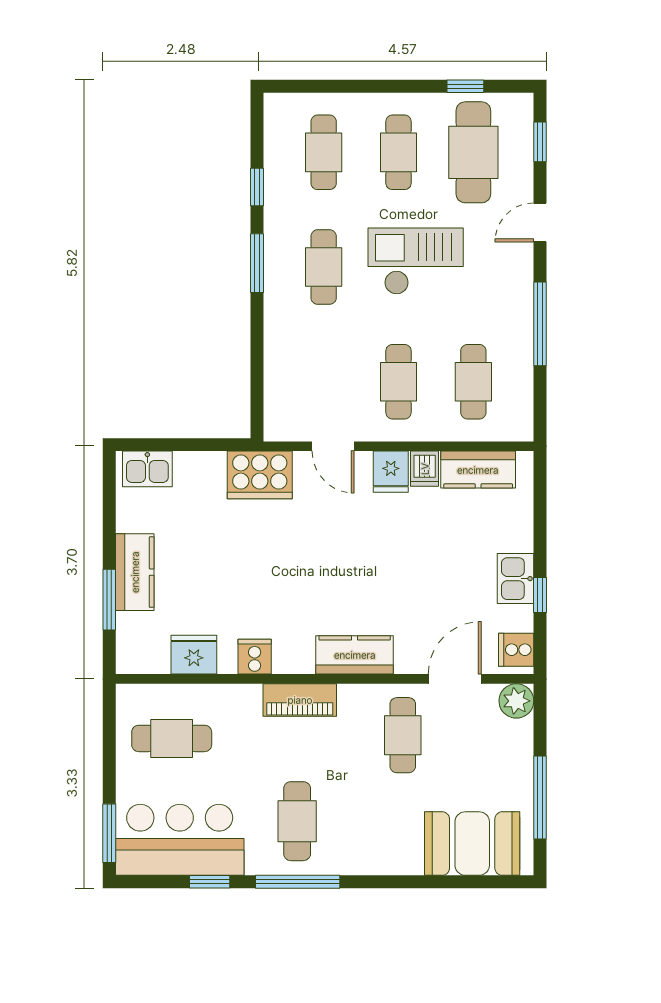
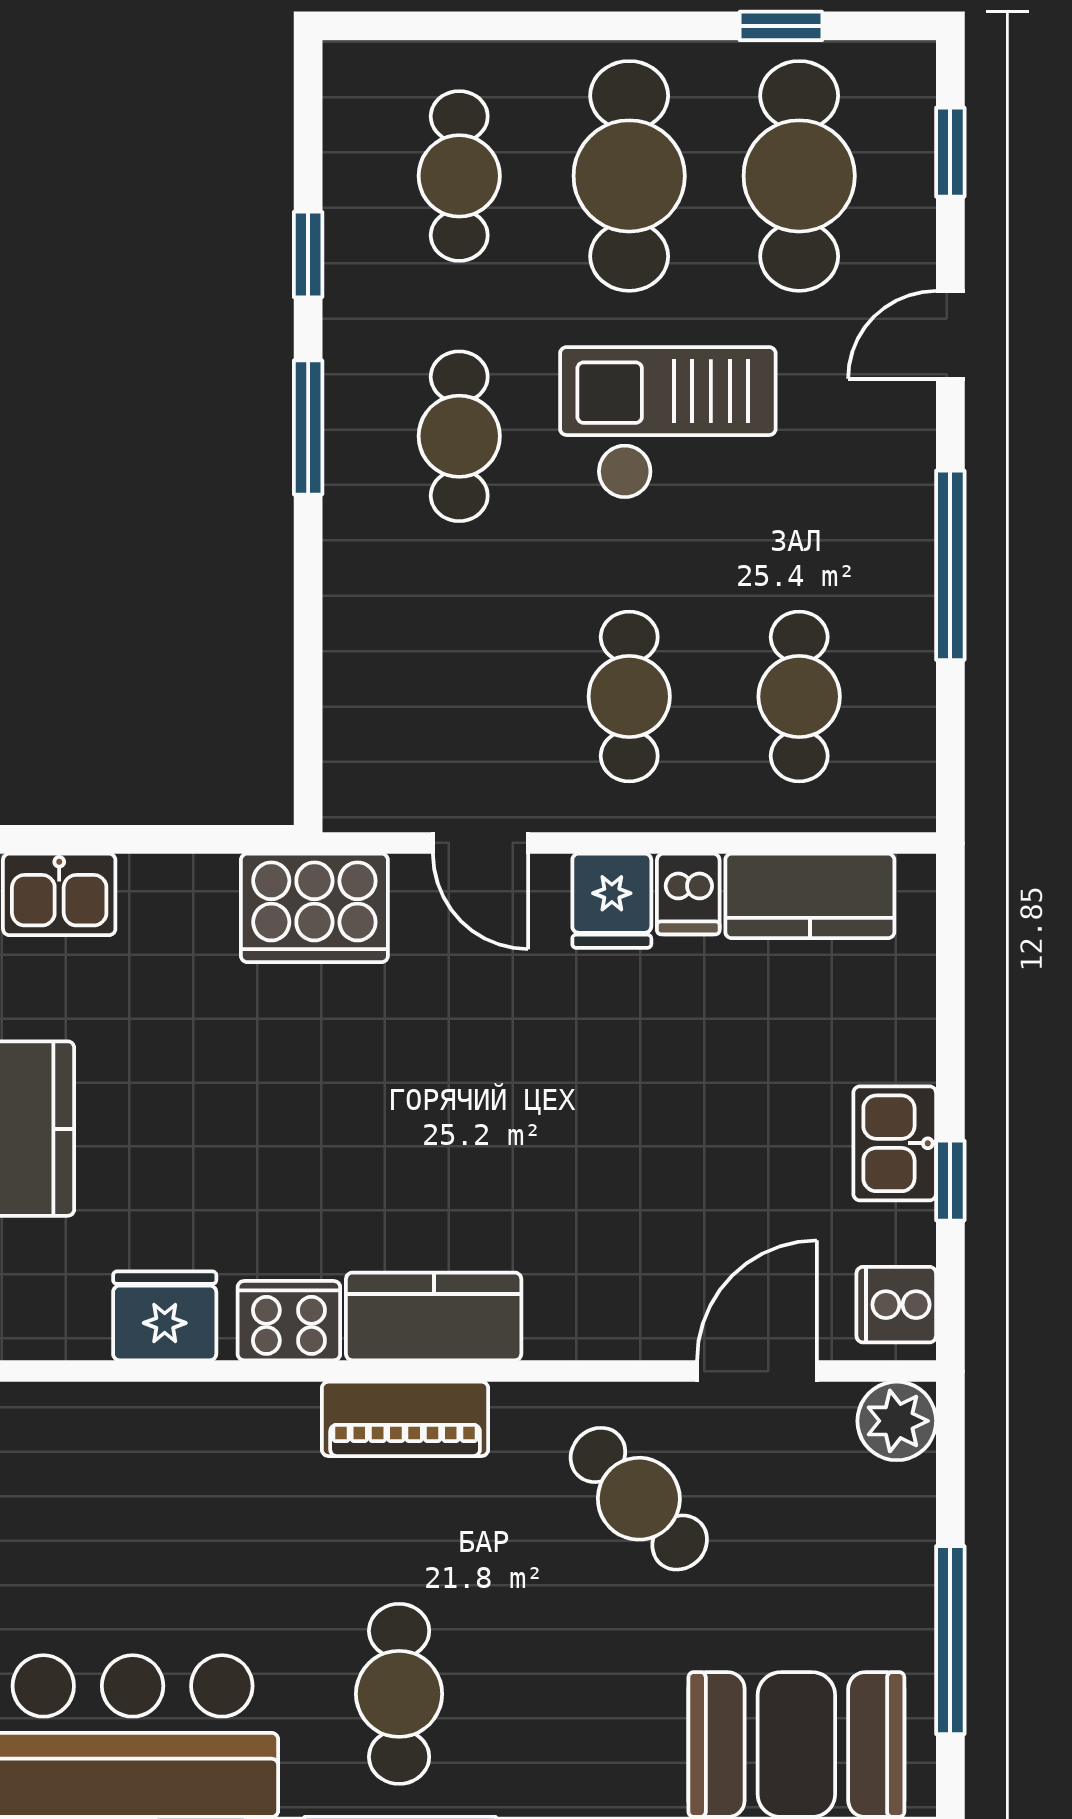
cafe table: (398, 152) -> (629, 176), width x1.37, depth x1.35
kitchen counter: (355, 655) -> (434, 1316), moved
cooker: (255, 657) -> (289, 1321), width x1.36
cafe table: (403, 735) -> (639, 1499), turned -43
cafe table: (172, 738) -> (114, 1506), removed

